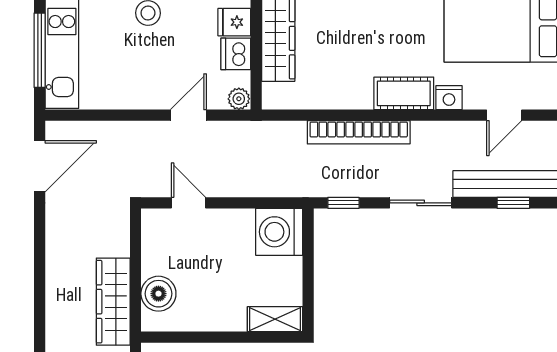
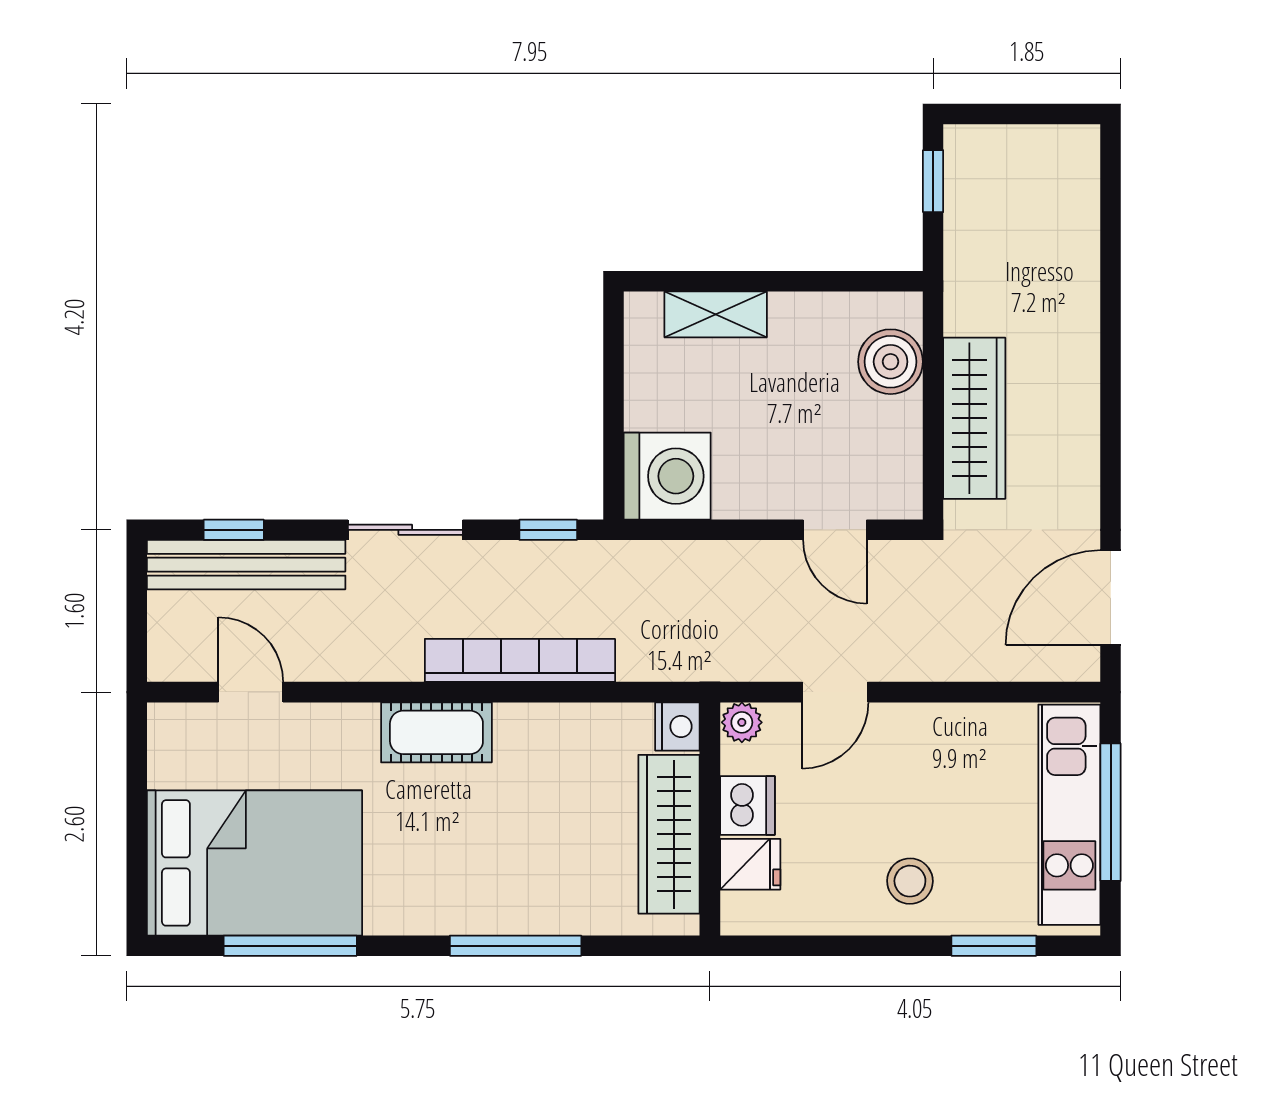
nightstand: (449, 98) -> (677, 726), moved, turned 90
door: (504, 115) -> (251, 692), hinge flipped
wardrobe: (113, 302) -> (974, 418), moved
shelving: (275, 319) -> (716, 314), moved

